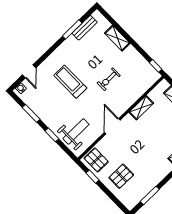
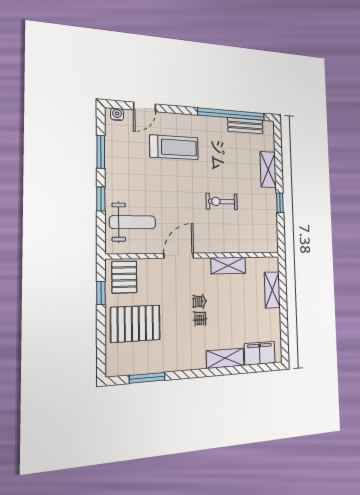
window: (72, 29) -> (231, 114), width x2.11
window: (156, 66) -> (280, 203), moved
treadmill: (70, 82) -> (174, 147), moved, turned 90
pallet: (121, 176) -> (135, 324), width x1.50, depth x1.42

